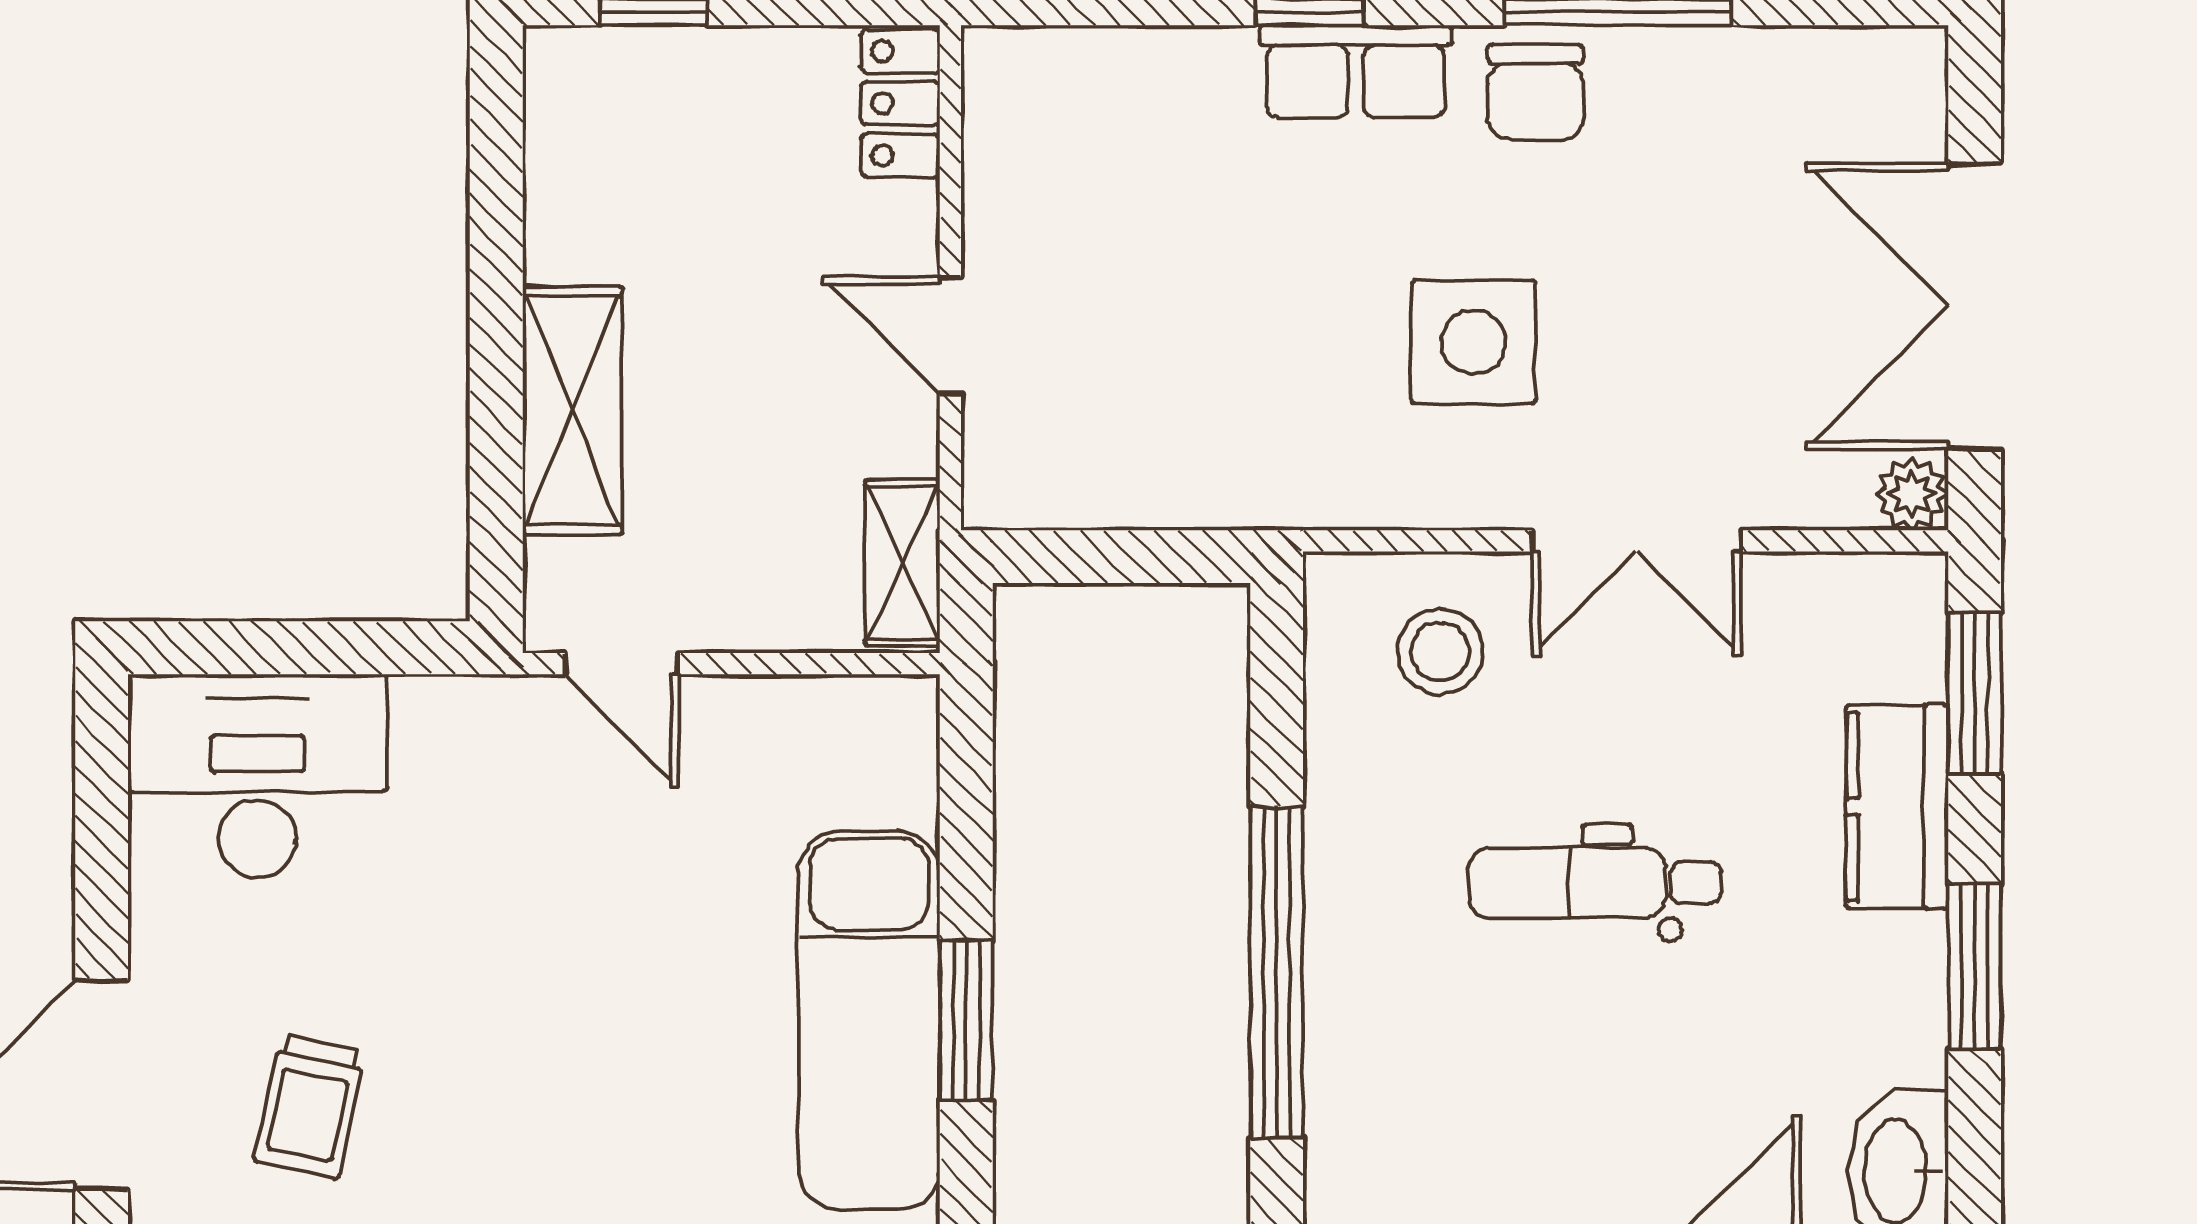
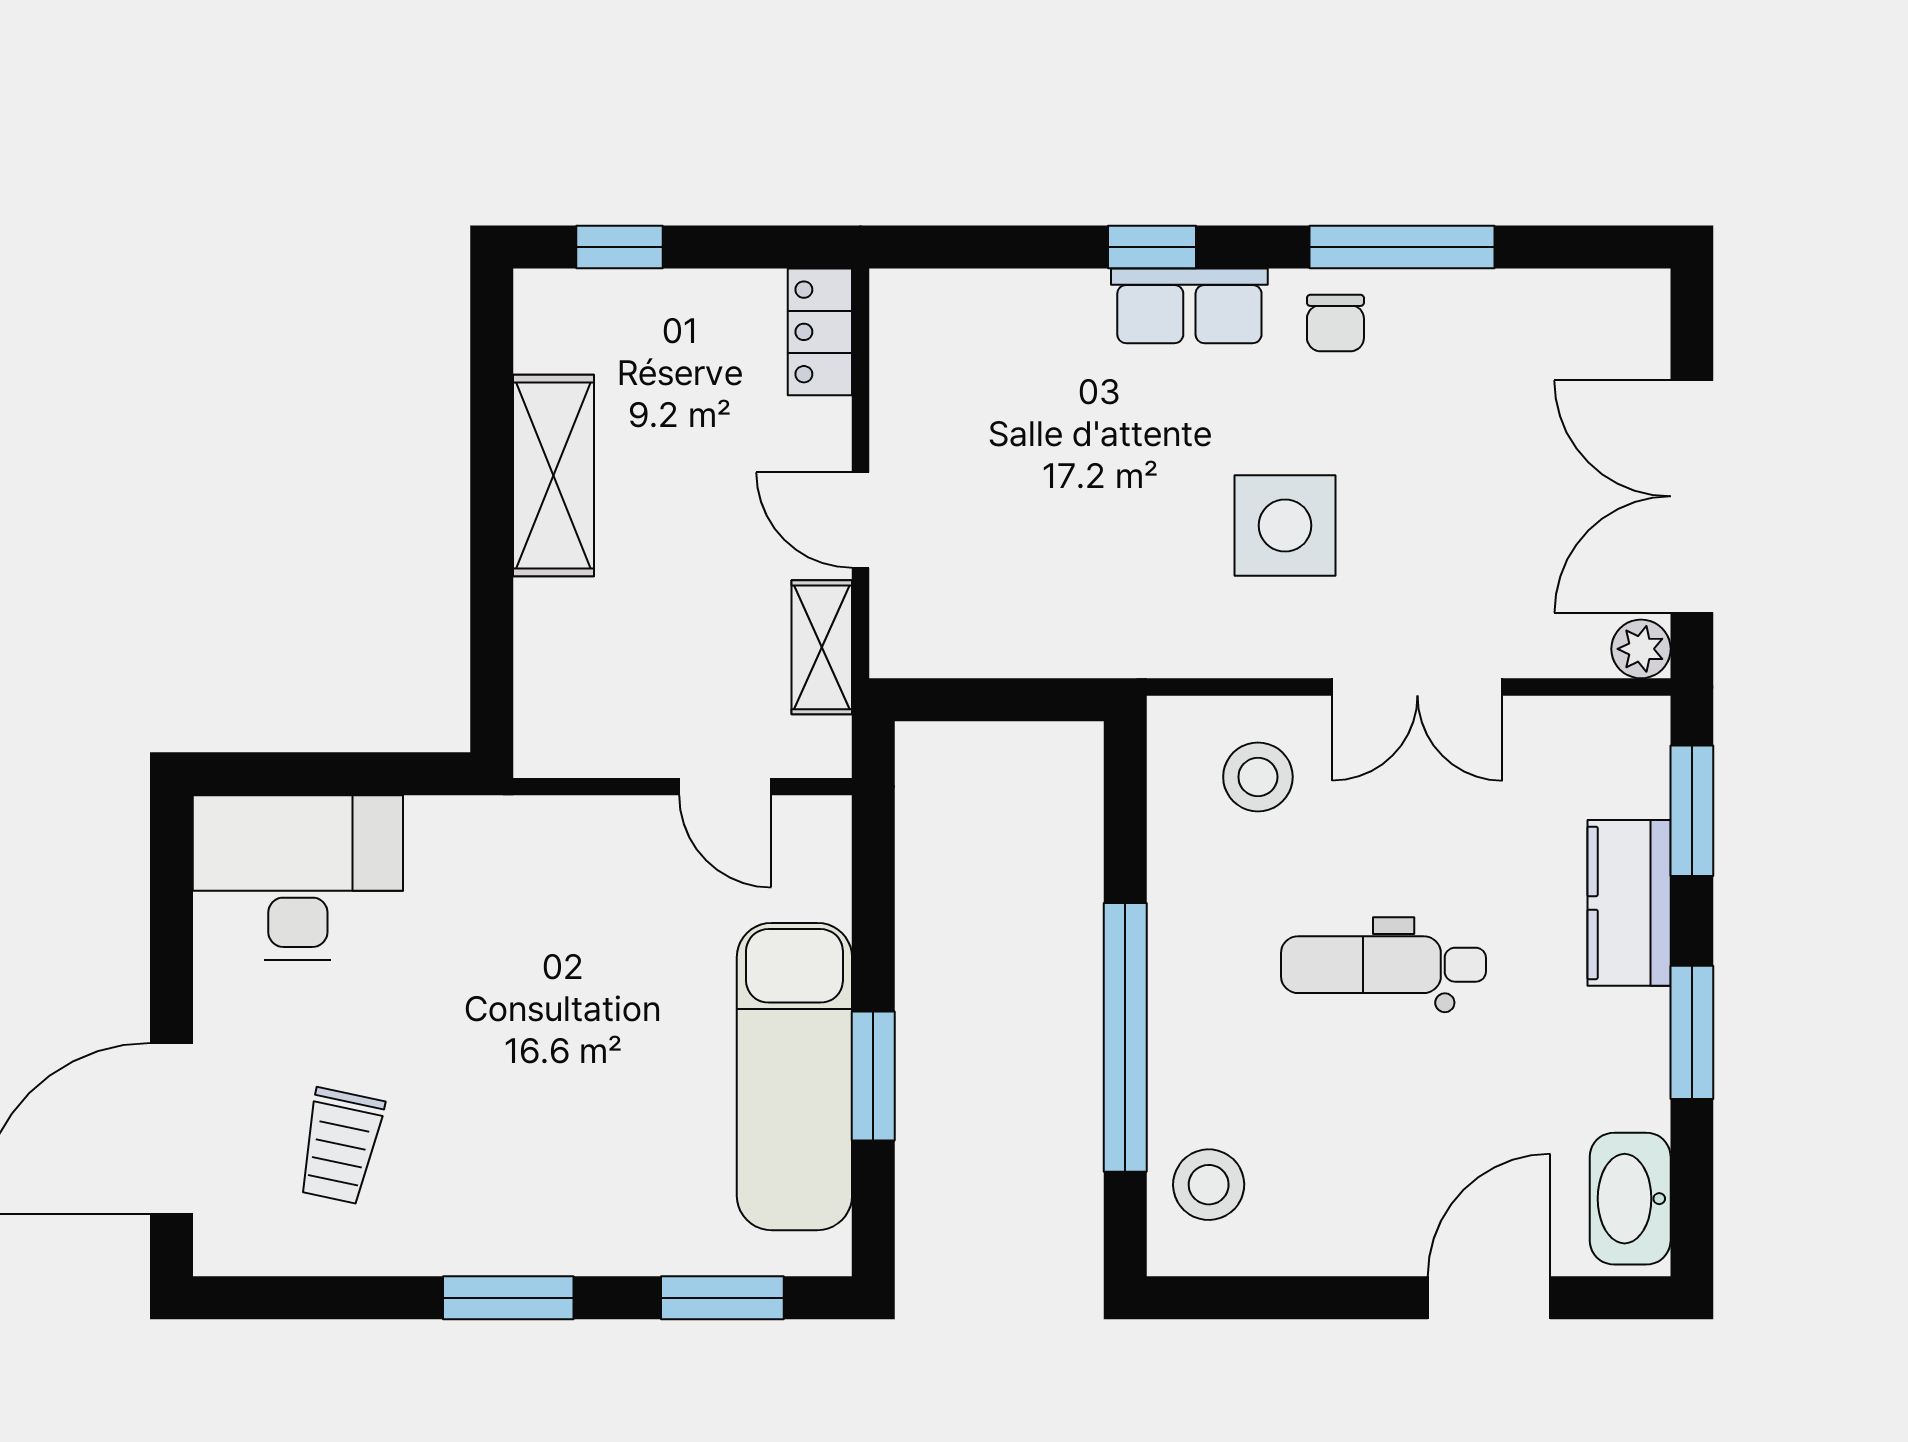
chair: (1536, 92) -> (1335, 323), width x0.73, depth x0.73
shelving: (572, 411) -> (553, 476), moved
shelving: (903, 563) -> (822, 647), moved
door: (622, 664) -> (725, 787), moved
stool: (1379, 1154) -> (1209, 1185), added

